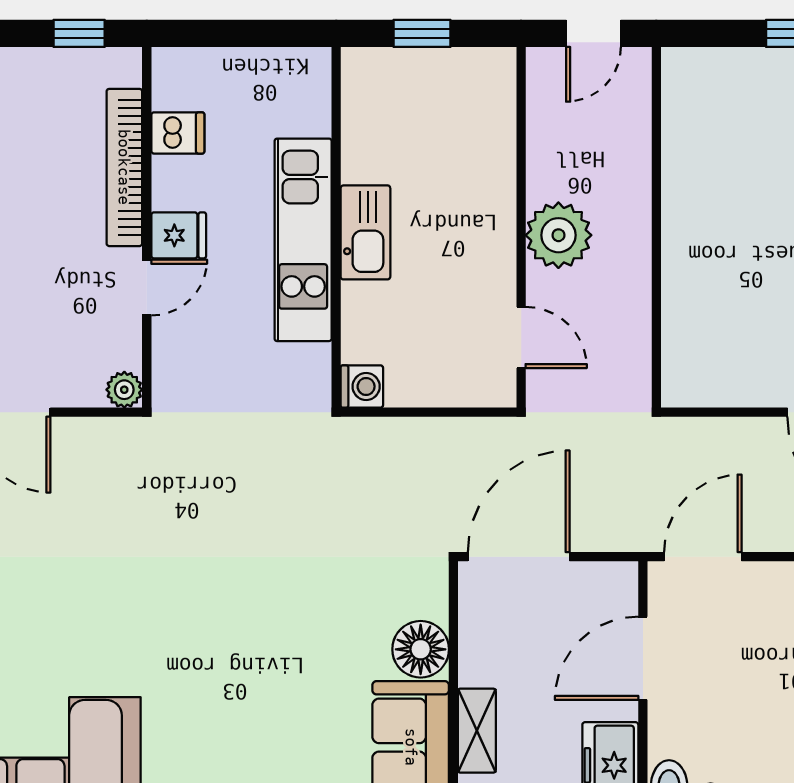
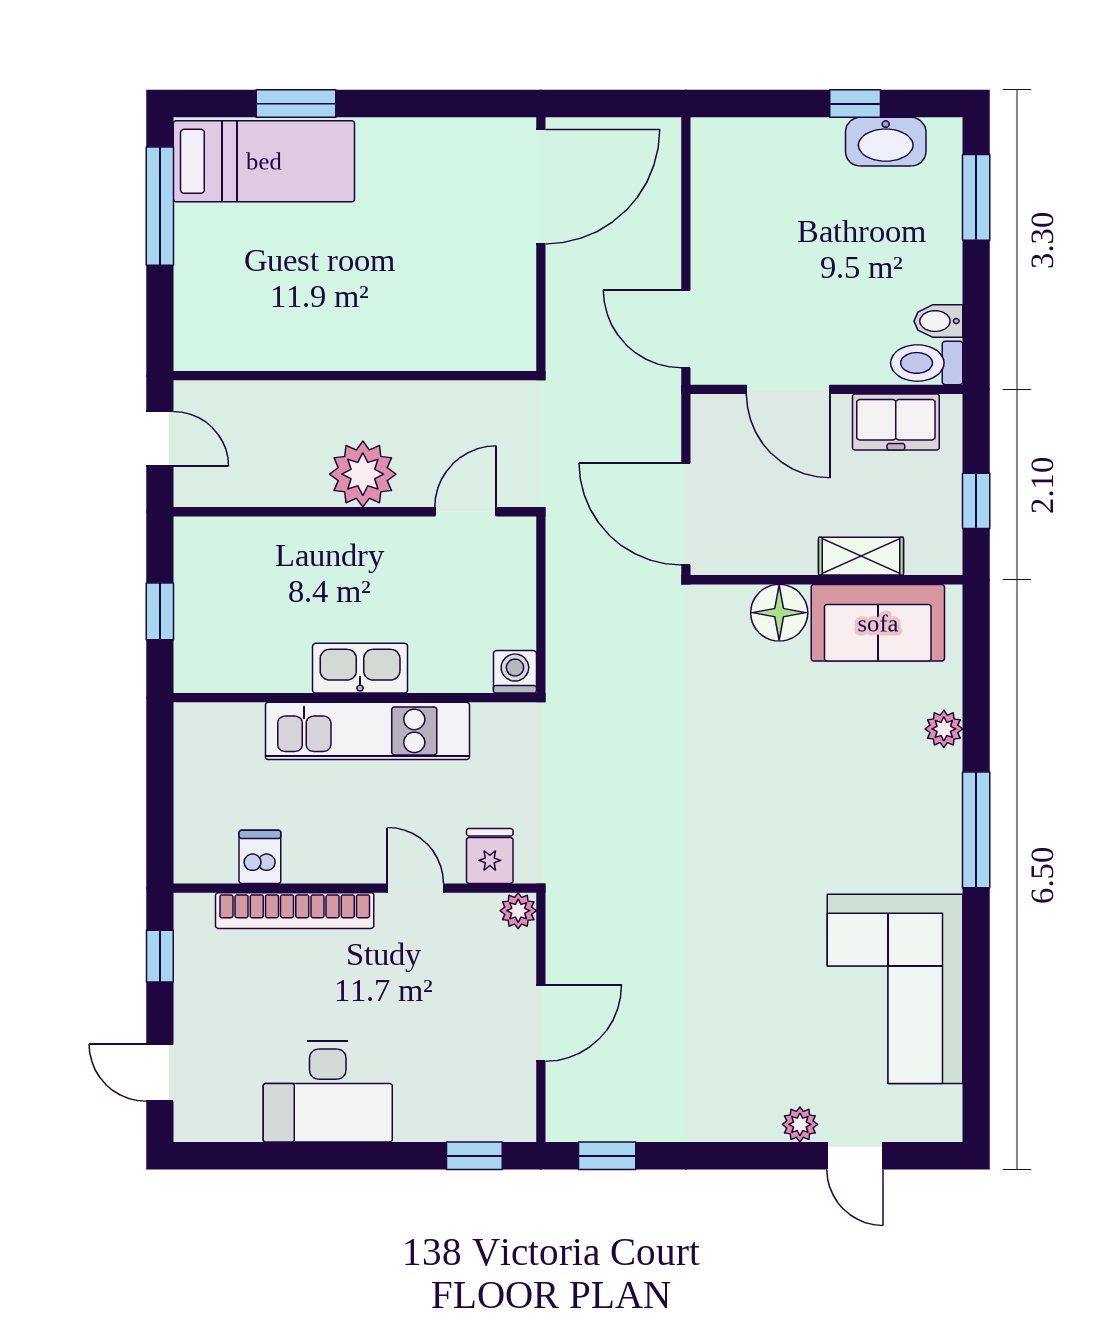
fridge: (179, 235) -> (490, 856), moved

